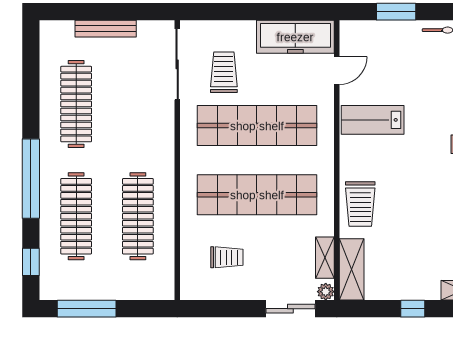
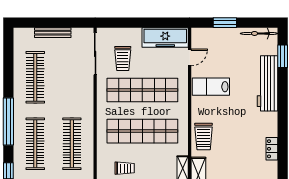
trolley: (224, 72) -> (123, 58), turned 180

